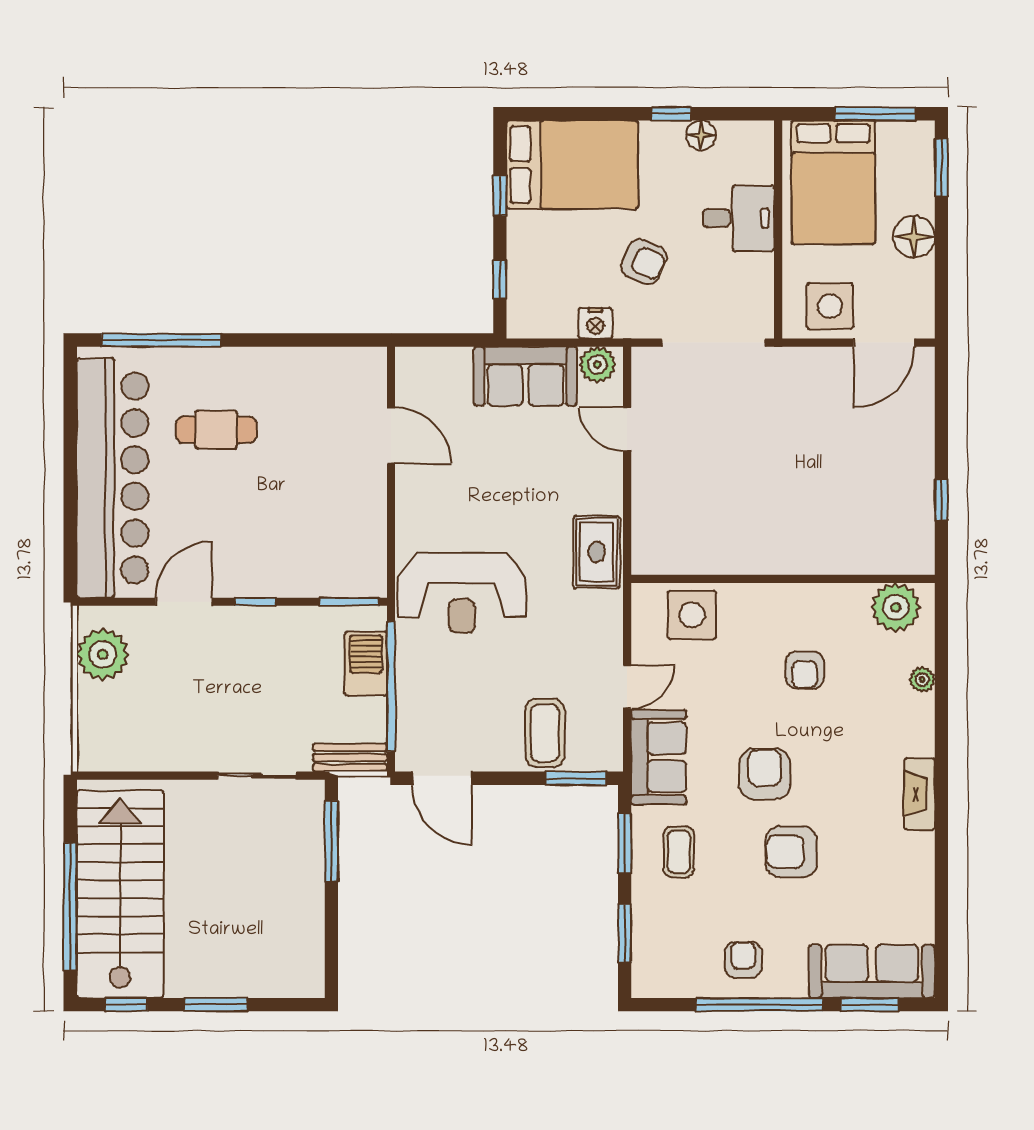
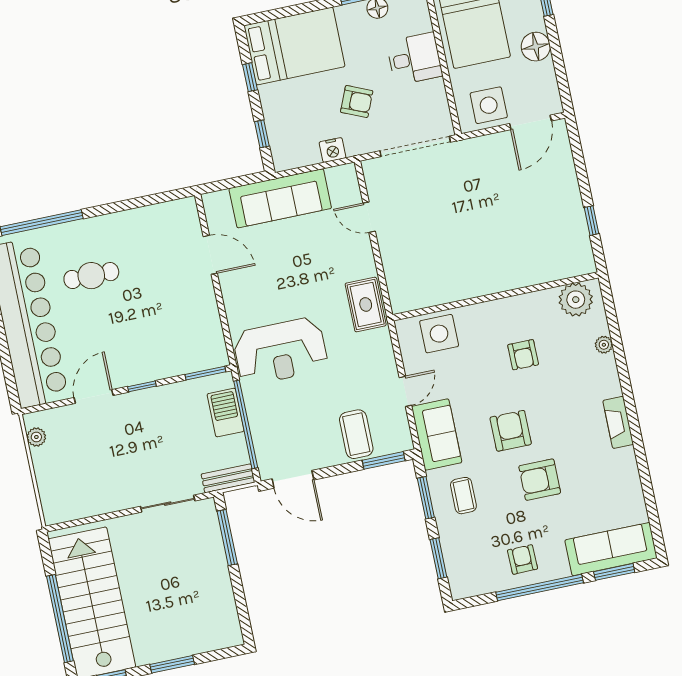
plant: (597, 365) -> (340, 178), removed
sofa: (525, 376) -> (280, 198), width x1.36
plant: (103, 654) -> (36, 437), width x0.53, depth x0.53

